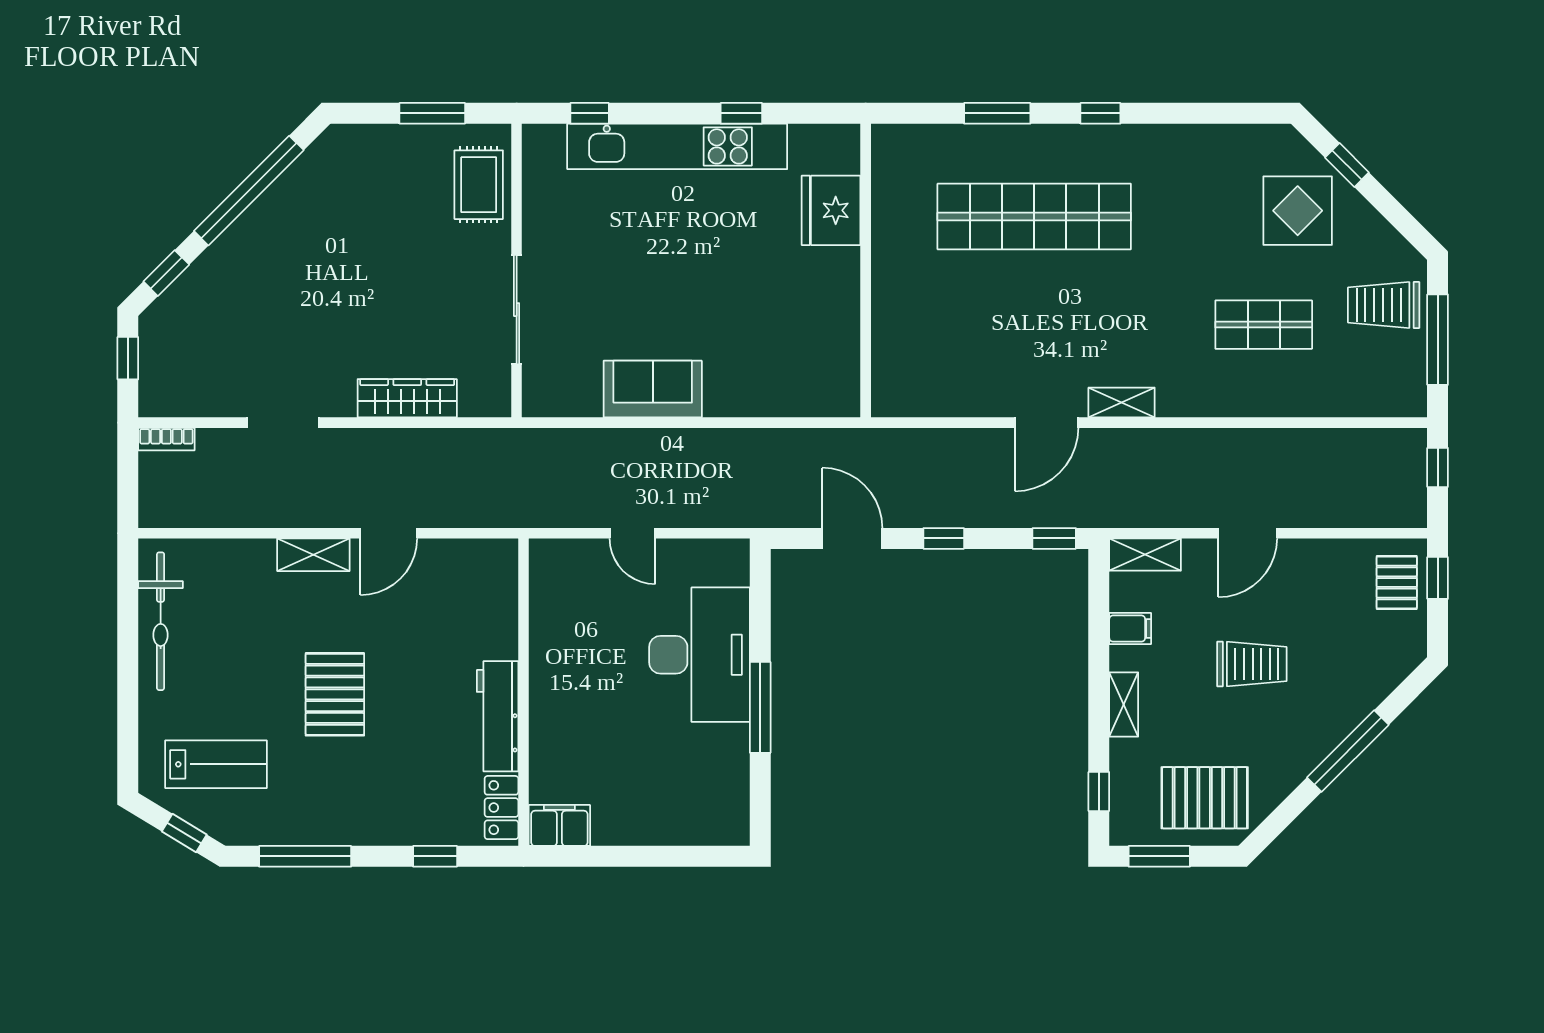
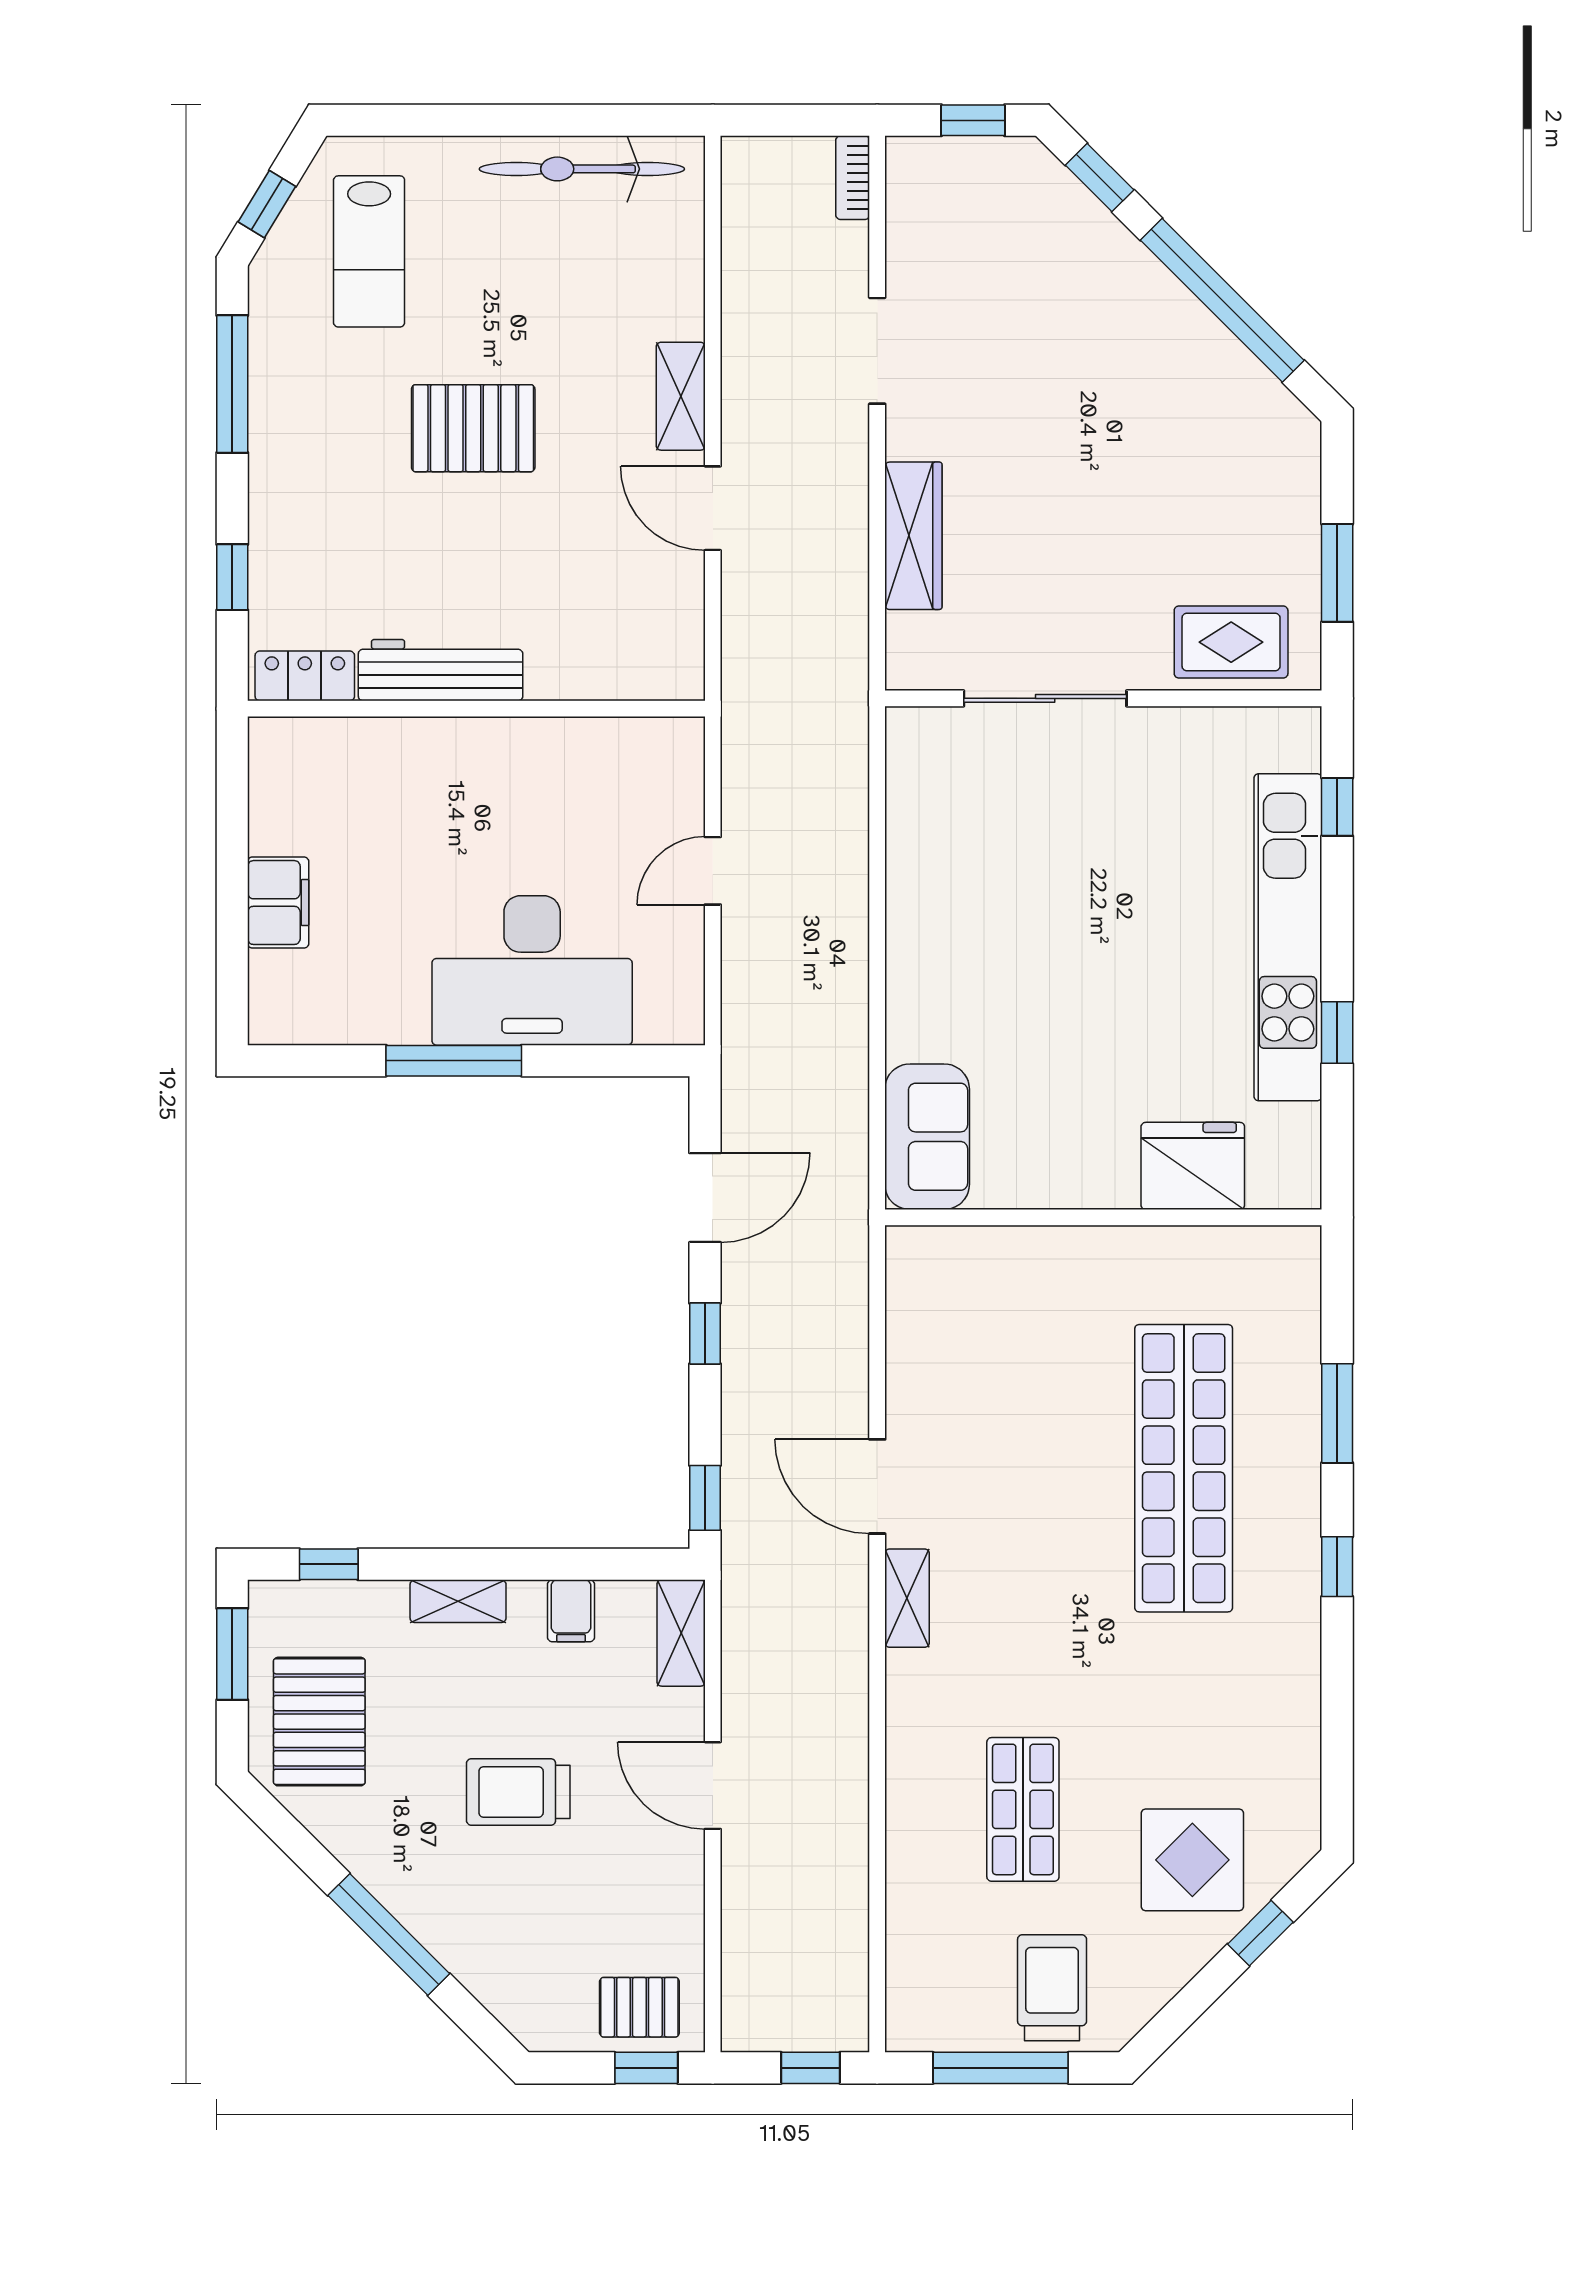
sofa: (653, 389) -> (927, 1137), moved
trolley: (1252, 664) -> (518, 1792), turned 90
filing cabinet: (559, 825) -> (278, 903), moved

